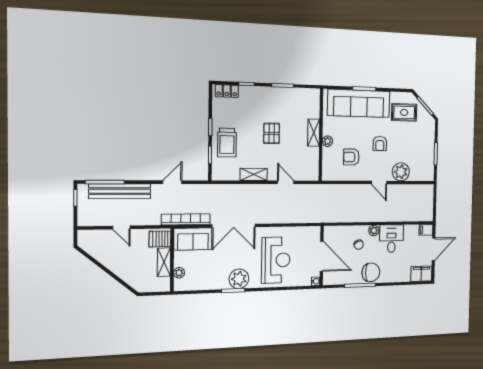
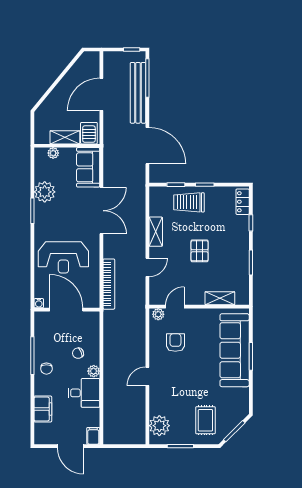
rug: (404, 112) -> (205, 420), moved
pallet: (272, 133) -> (200, 251), turned 90
shelving: (314, 133) -> (220, 298), moved
plant: (327, 141) -> (158, 314), moved
armchair: (380, 144) -> (191, 376), removed
door: (321, 157) -> (175, 307), added
plant: (401, 172) -> (159, 426), moved
door: (172, 182) -> (147, 146), width x1.88
bookcase: (186, 219) -> (109, 284), moved
double door: (234, 226) -> (101, 211), swing flipped
door: (121, 227) -> (101, 94), width x1.88
door: (322, 256) -> (66, 310), swing flipped
chair: (371, 272) -> (46, 369), width x0.54, depth x0.54
filing cabinet: (421, 274) -> (43, 409), moved
plant: (239, 279) -> (45, 192), moved

